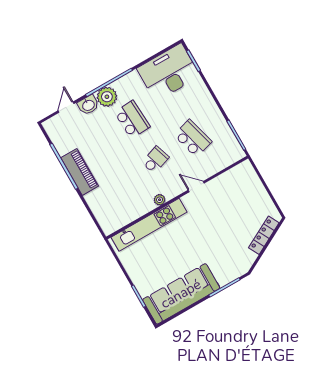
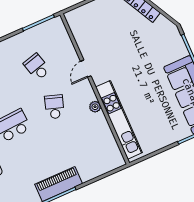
school desk: (193, 138) -> (37, 67), width x0.54
school desk: (155, 160) -> (54, 107), turned 36

